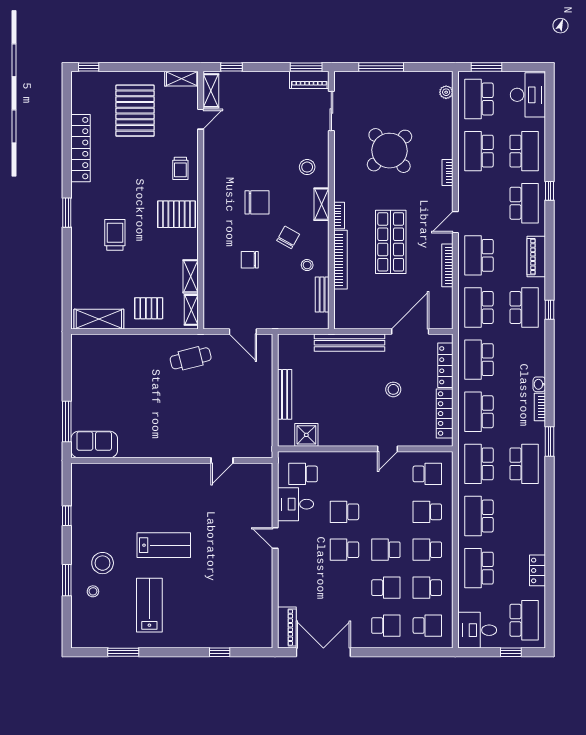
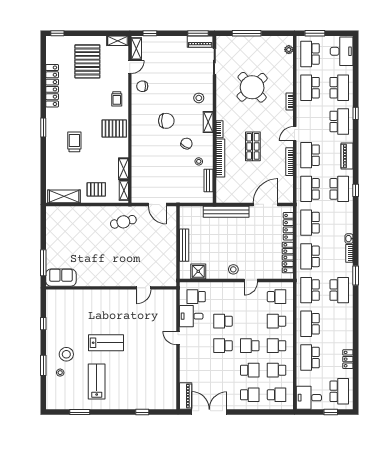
shop shelf: (391, 242) -> (253, 146), width x0.70, depth x0.74
chair: (250, 260) -> (142, 86), moved
stool: (393, 389) -> (233, 269), moved

